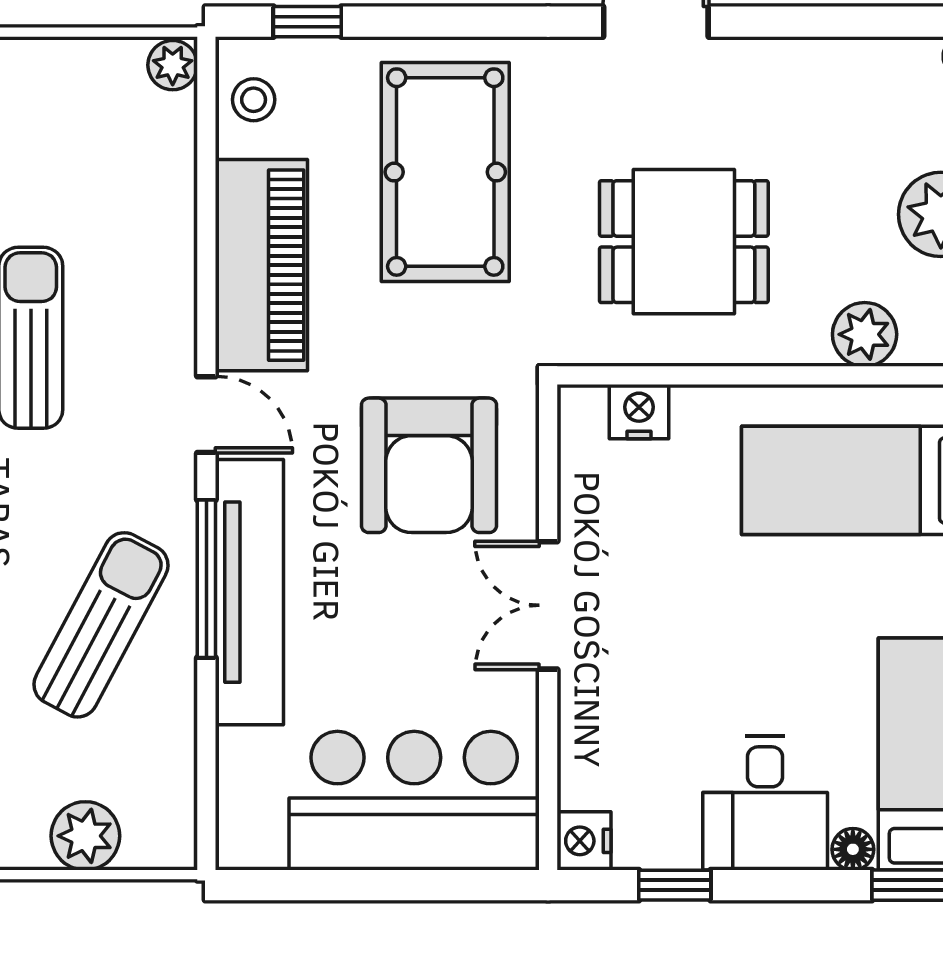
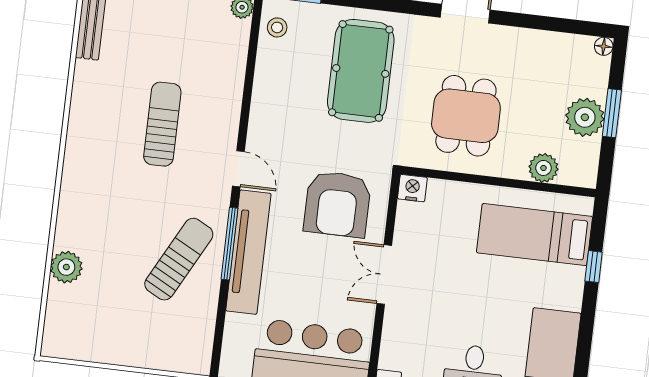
dining table: (684, 242) -> (466, 116), turned 90
piano: (261, 265) -> (272, 103), removed
nightstand: (639, 412) -> (412, 188), moved
plant: (85, 836) -> (160, 355), removed

